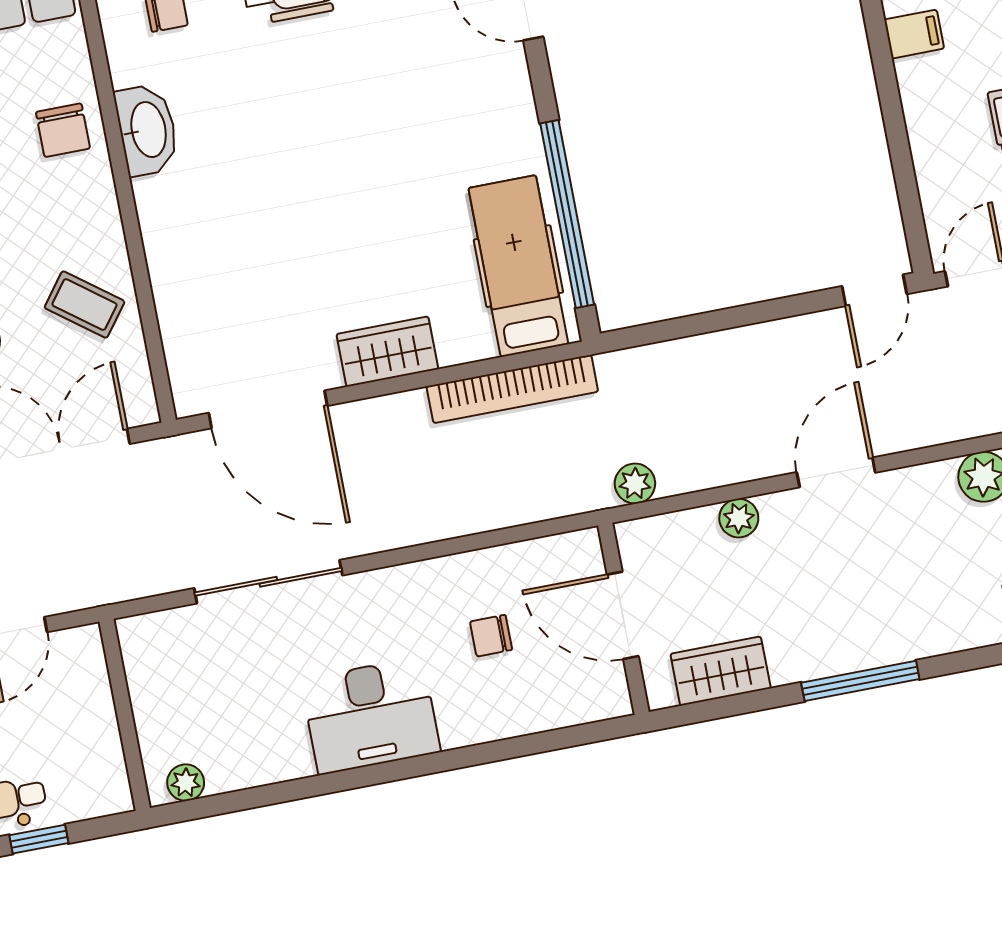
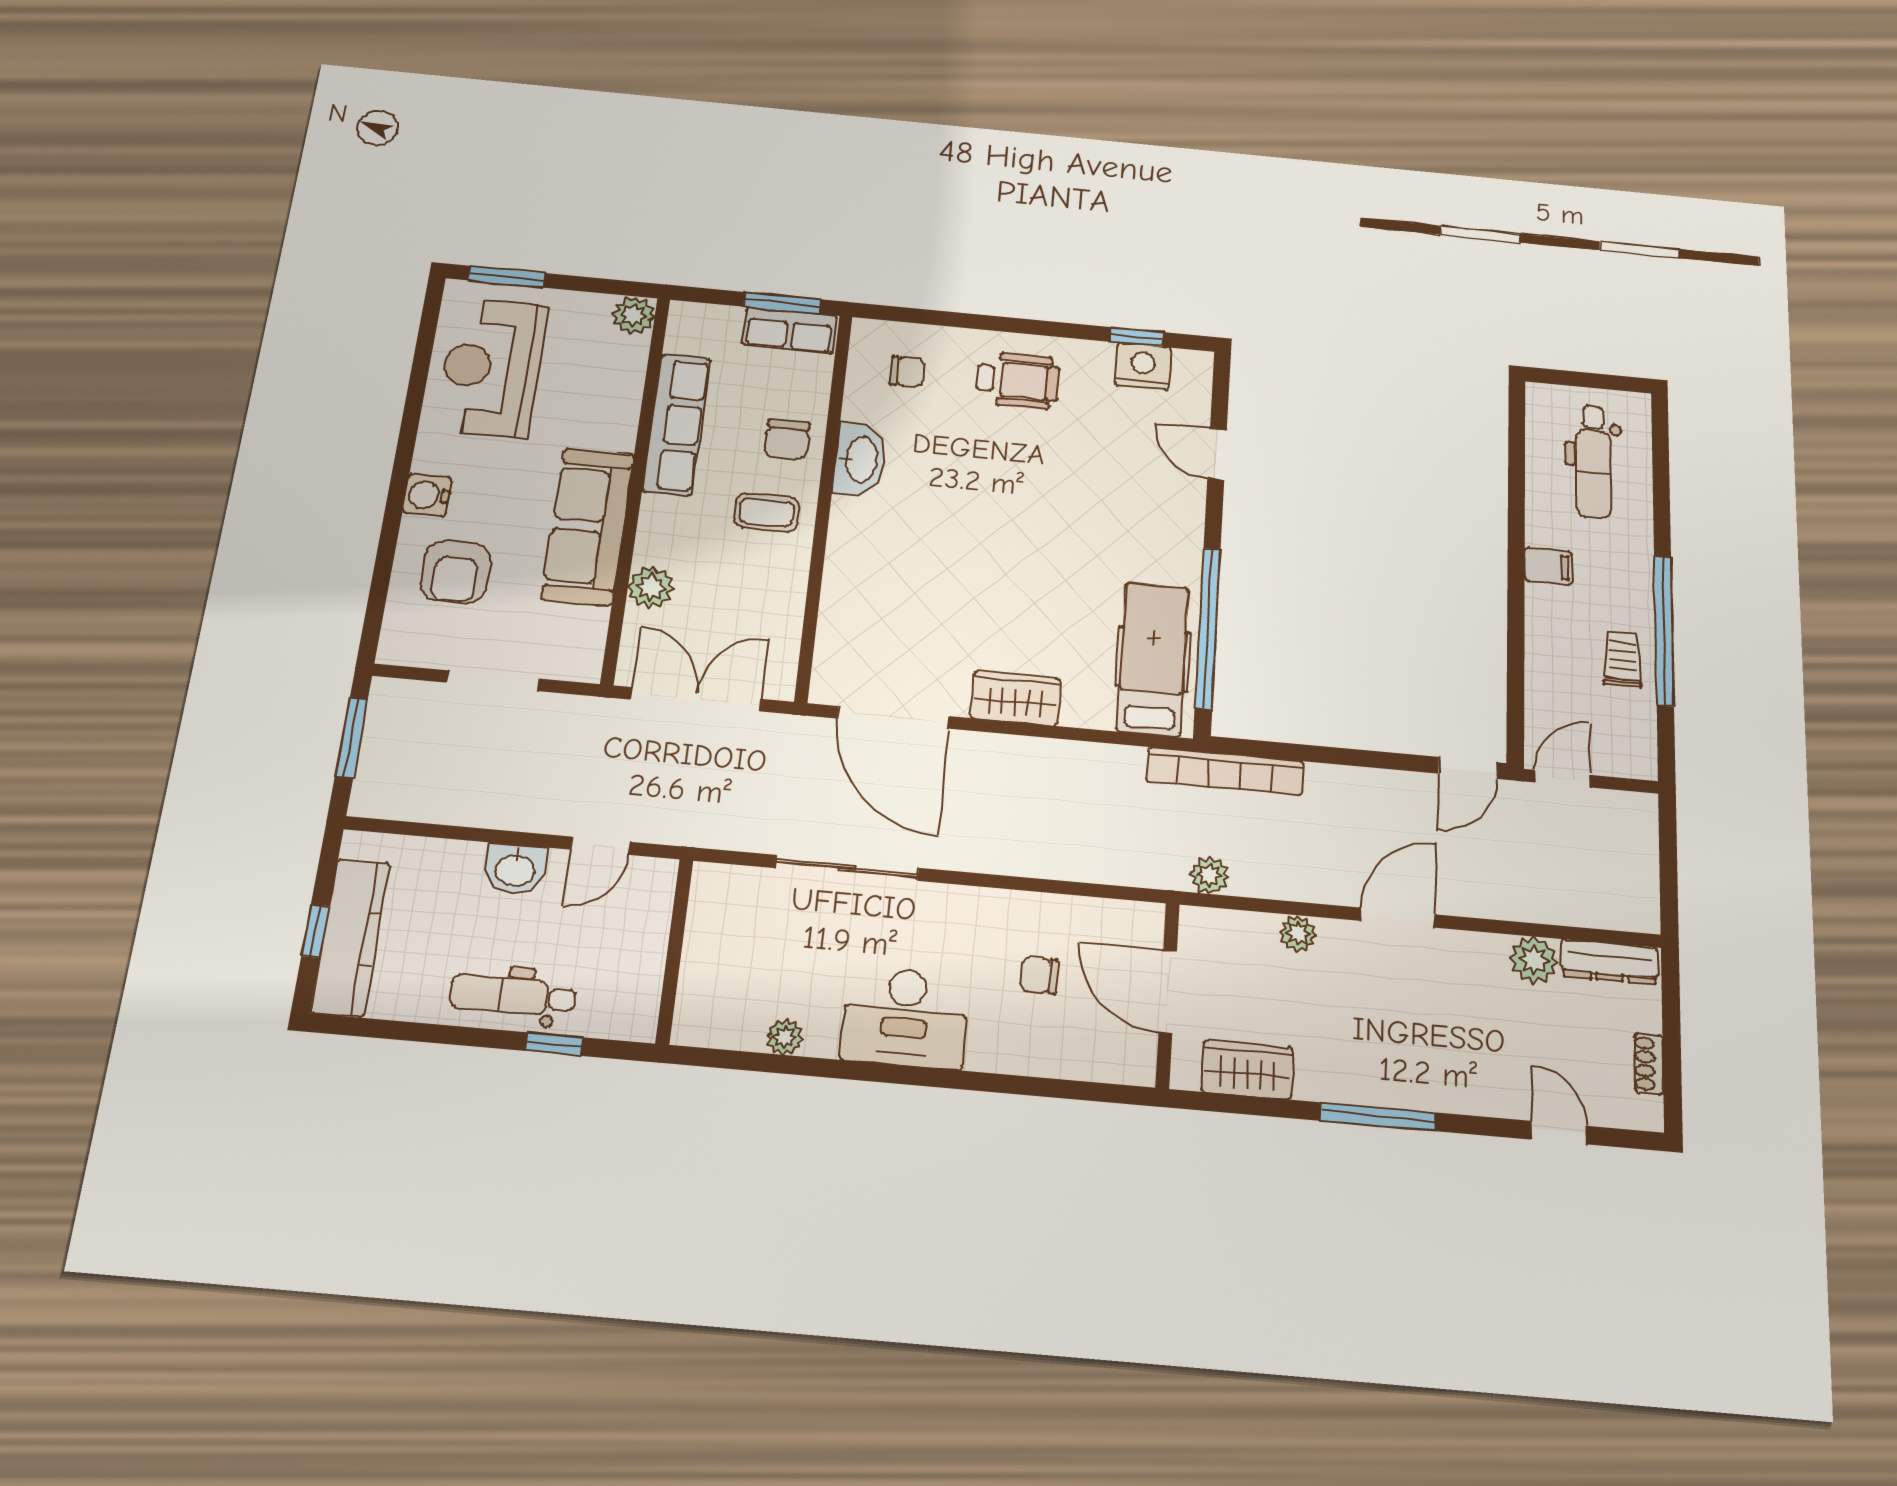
coffee table: (85, 305) -> (767, 512), moved, turned -37
bookcase: (512, 389) -> (1225, 771), moved
plant: (186, 783) -> (785, 1037), moved

